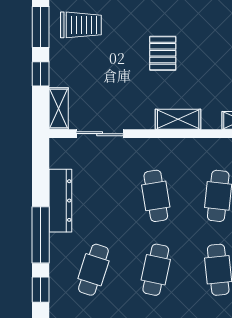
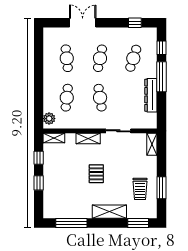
trolley: (81, 25) -> (140, 189), turned -90
window: (41, 74) -> (161, 163), removed
sliding door: (100, 134) -> (118, 131), moved

